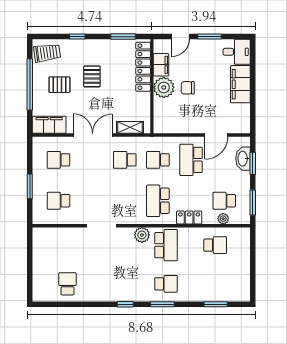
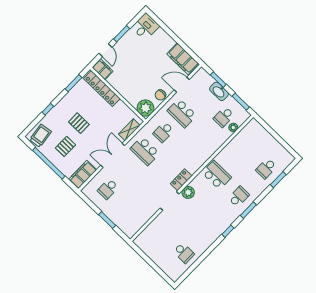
filing cabinet: (161, 65) -> (103, 69), moved
filing cabinet: (240, 84) -> (183, 59), moved
plant: (164, 87) -> (145, 108), moved
chair: (188, 88) -> (160, 95), moved
door: (216, 135) -> (182, 85), swing flipped
washbasin: (243, 159) -> (219, 91), moved
school desk: (125, 160) -> (145, 151), width x1.85
school desk: (58, 201) -> (131, 212), removed
school desk: (158, 201) -> (187, 155), removed
locker: (189, 217) -> (181, 180), moved
plant: (142, 235) -> (188, 192), moved
school desk: (215, 245) -> (266, 168), moved, turned 180
school desk: (68, 284) -> (184, 253), turned 180

